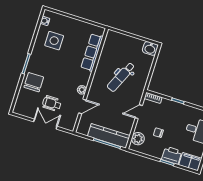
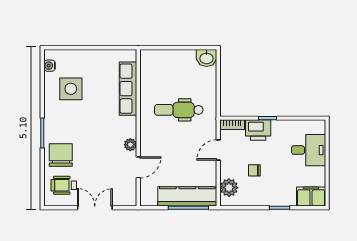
dental chair: (121, 77) -> (179, 110), turned 66
wheelchair: (52, 103) -> (64, 185), moved
printer: (172, 155) -> (258, 130), moved, turned 180

